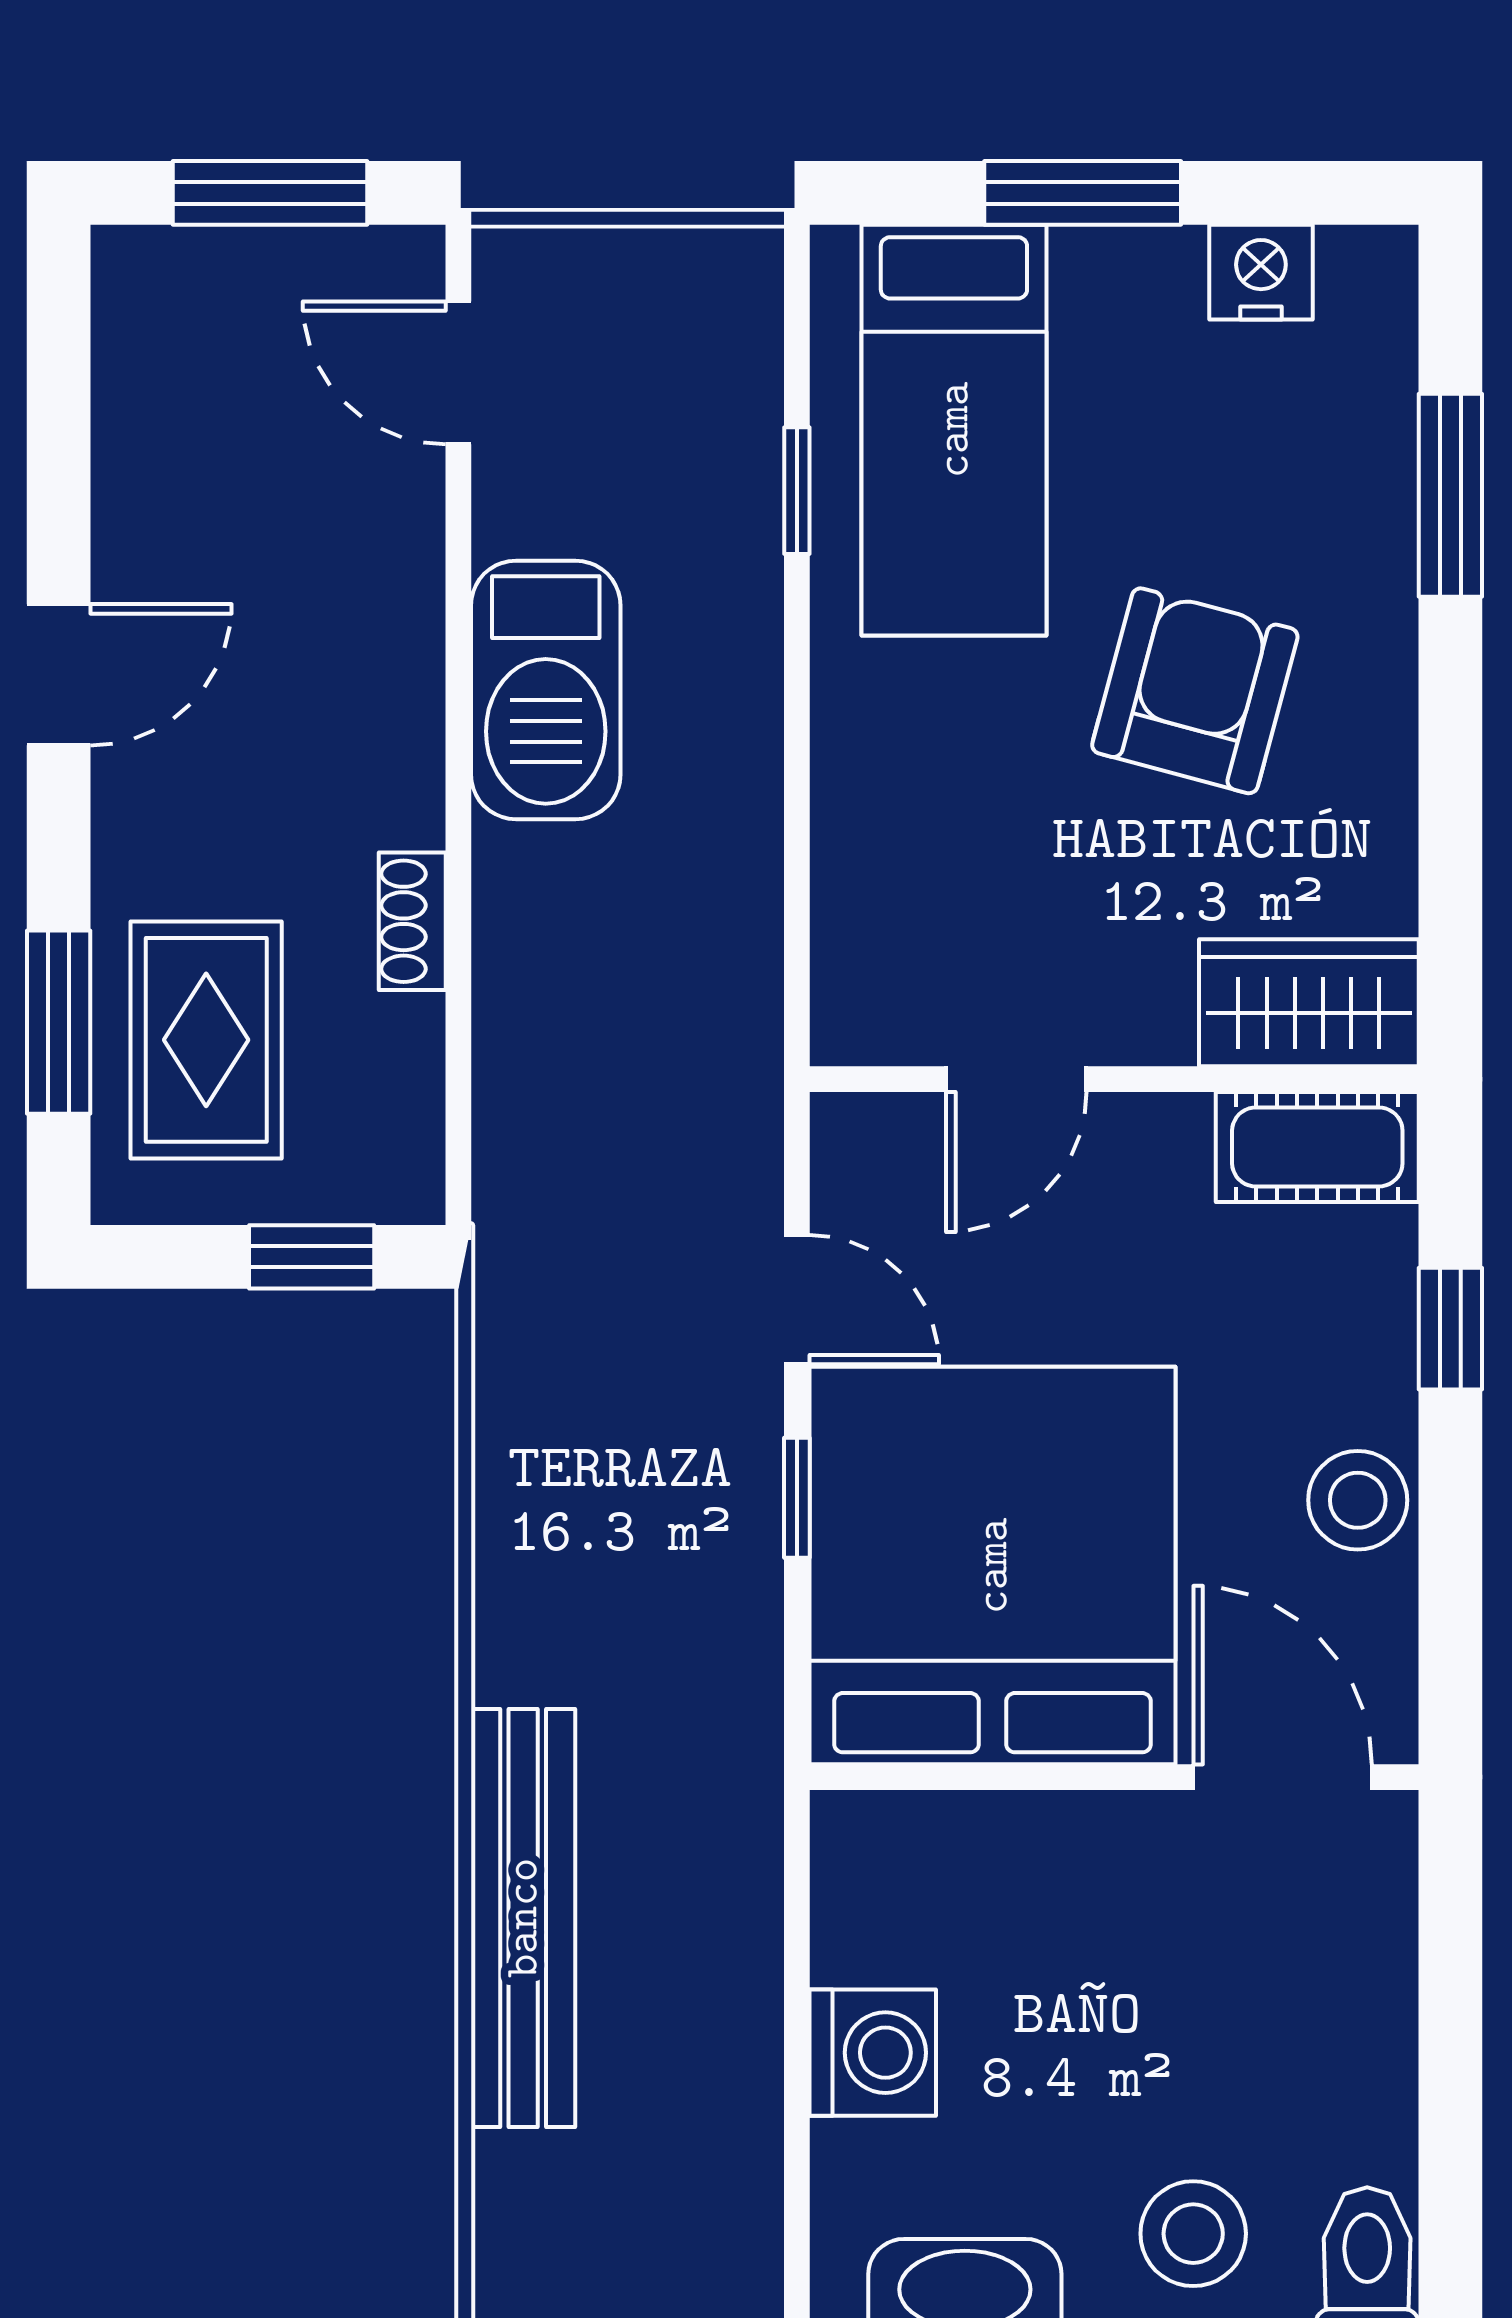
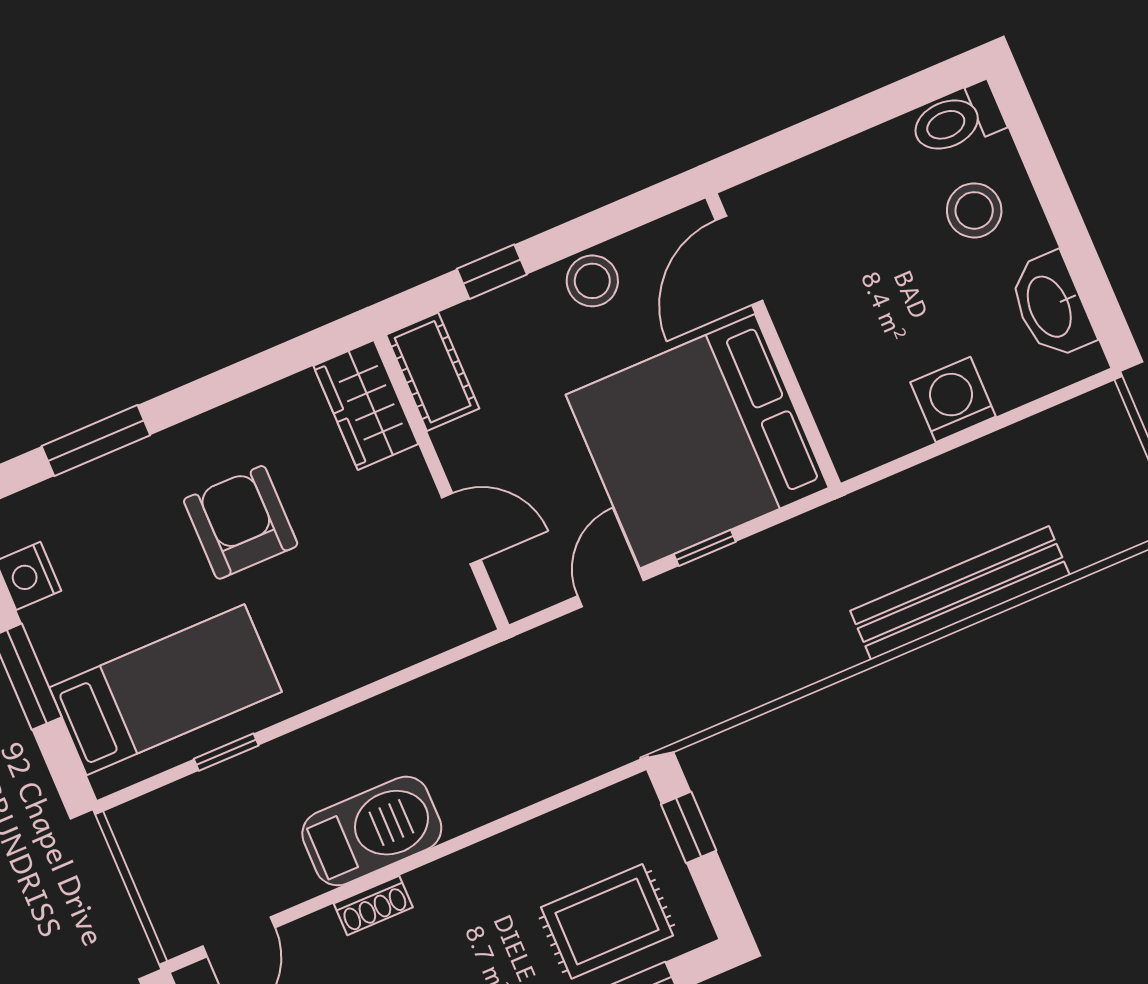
armchair: (1195, 691) -> (241, 522), turned 75
shoe rack: (412, 921) -> (373, 905), moved

